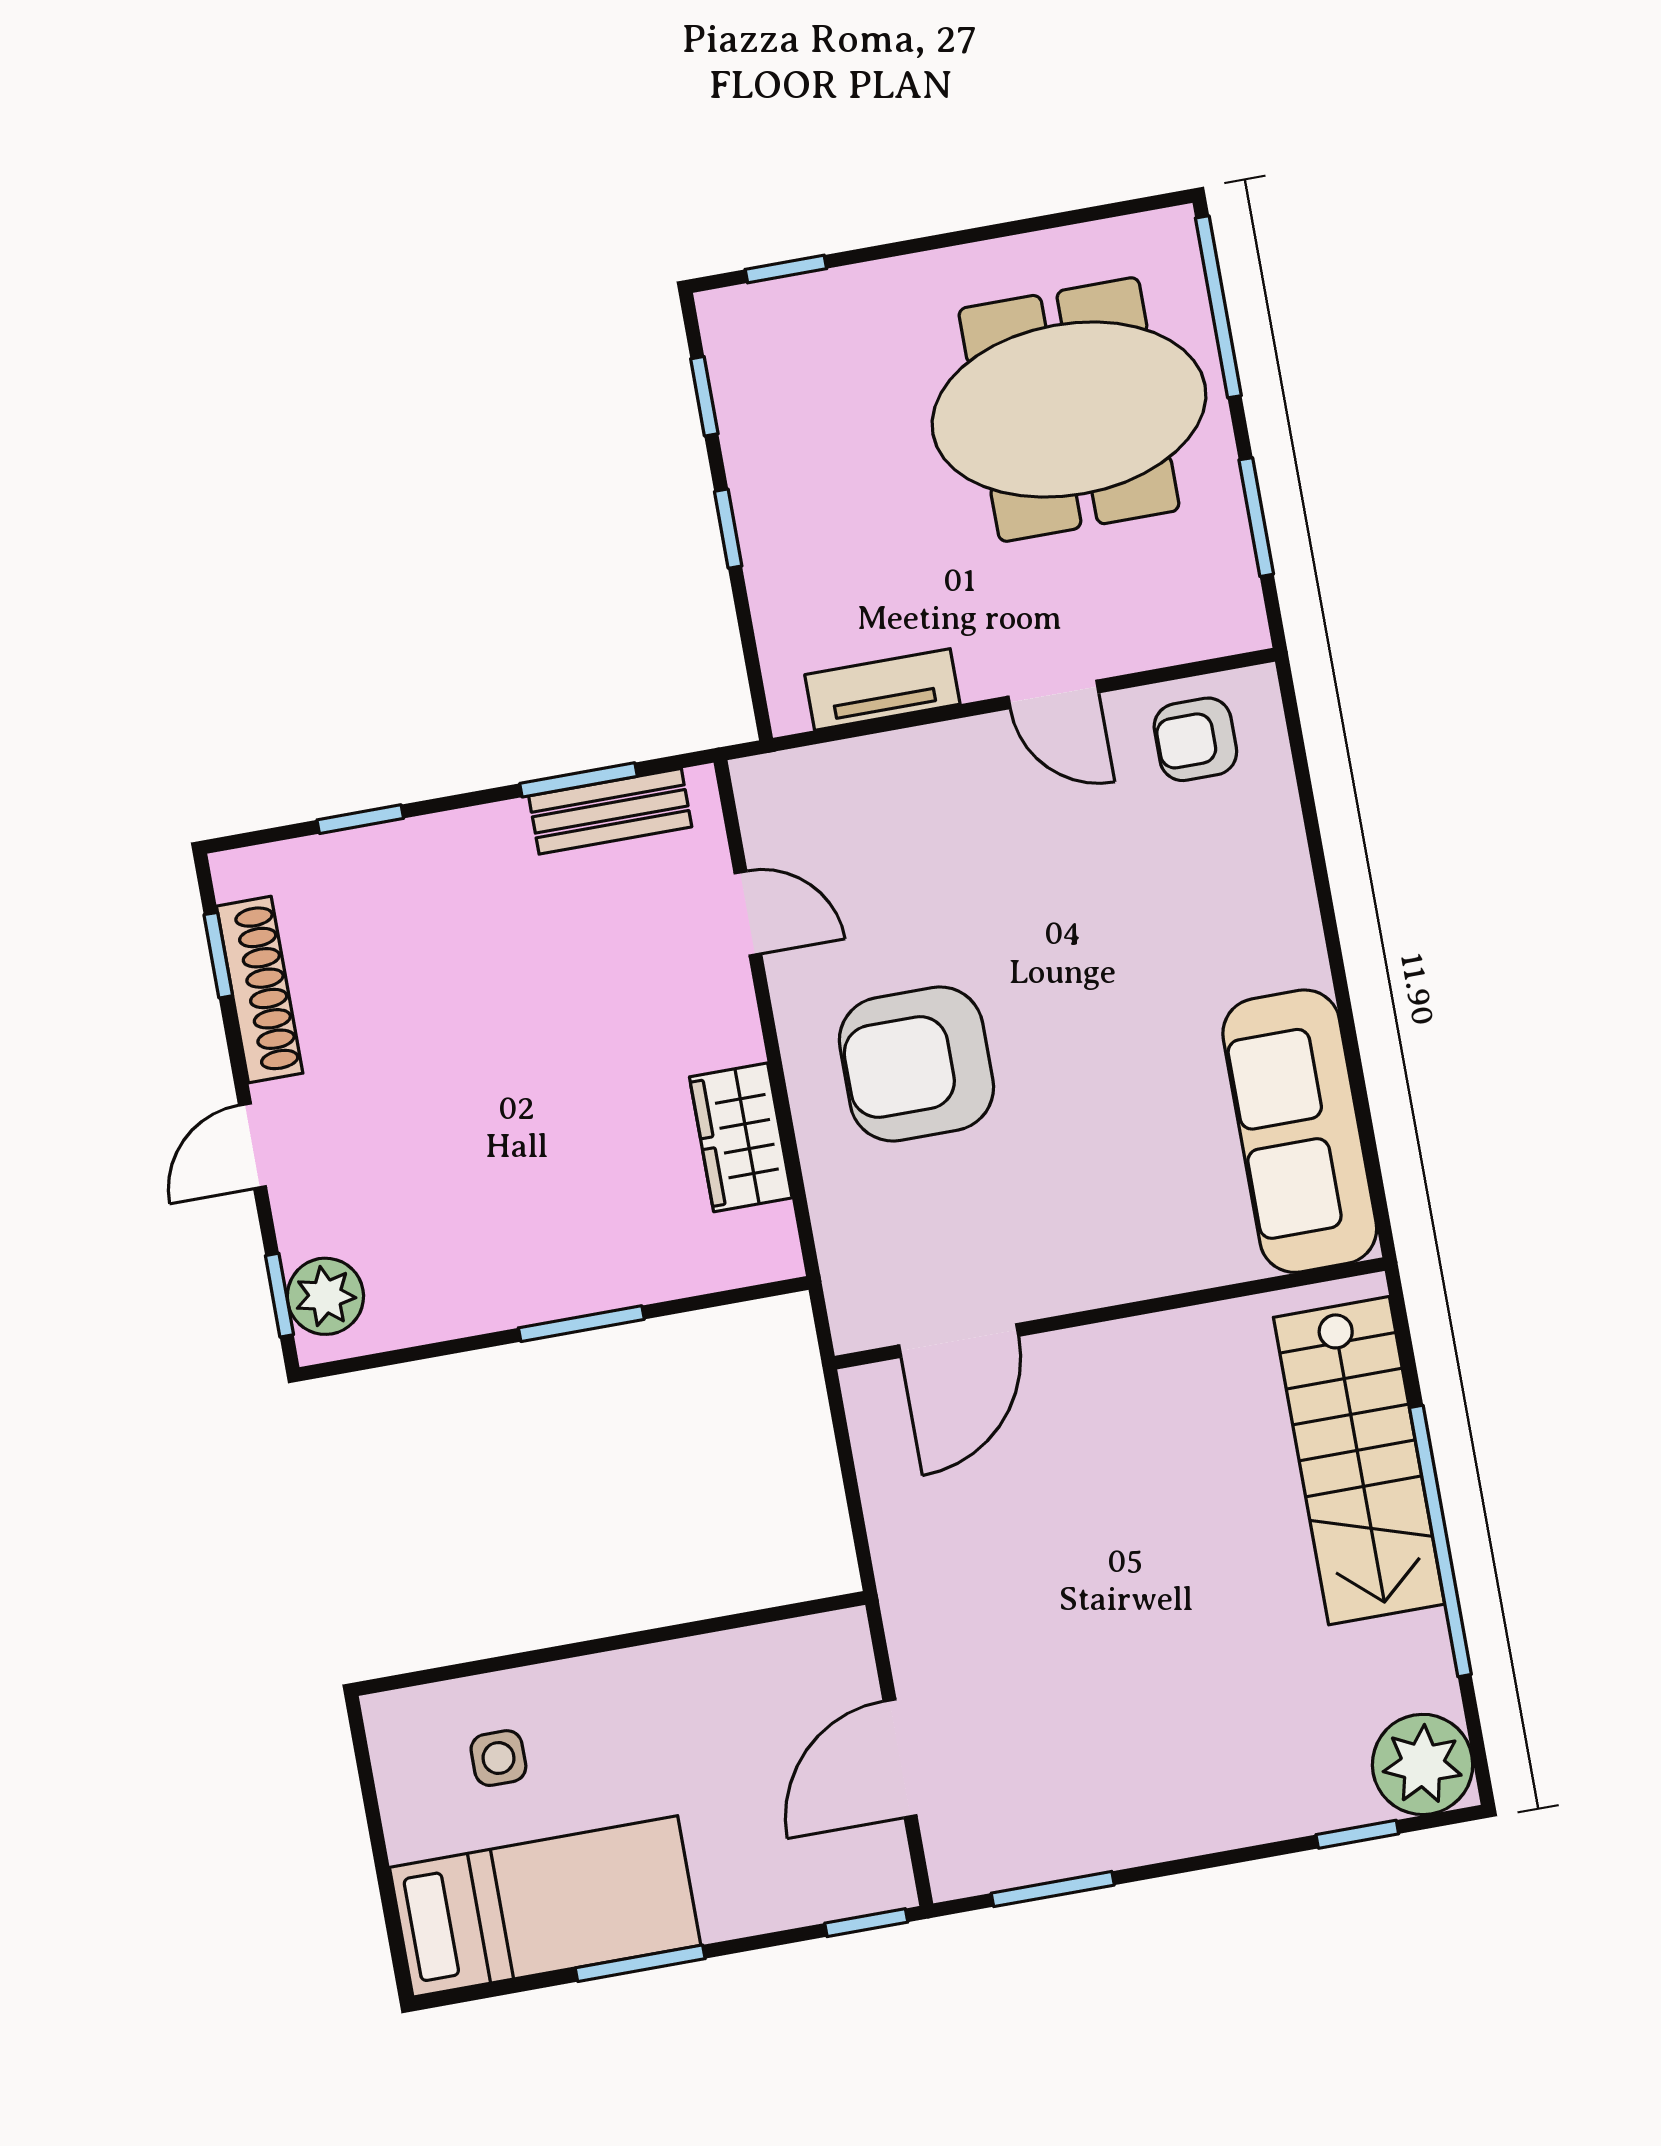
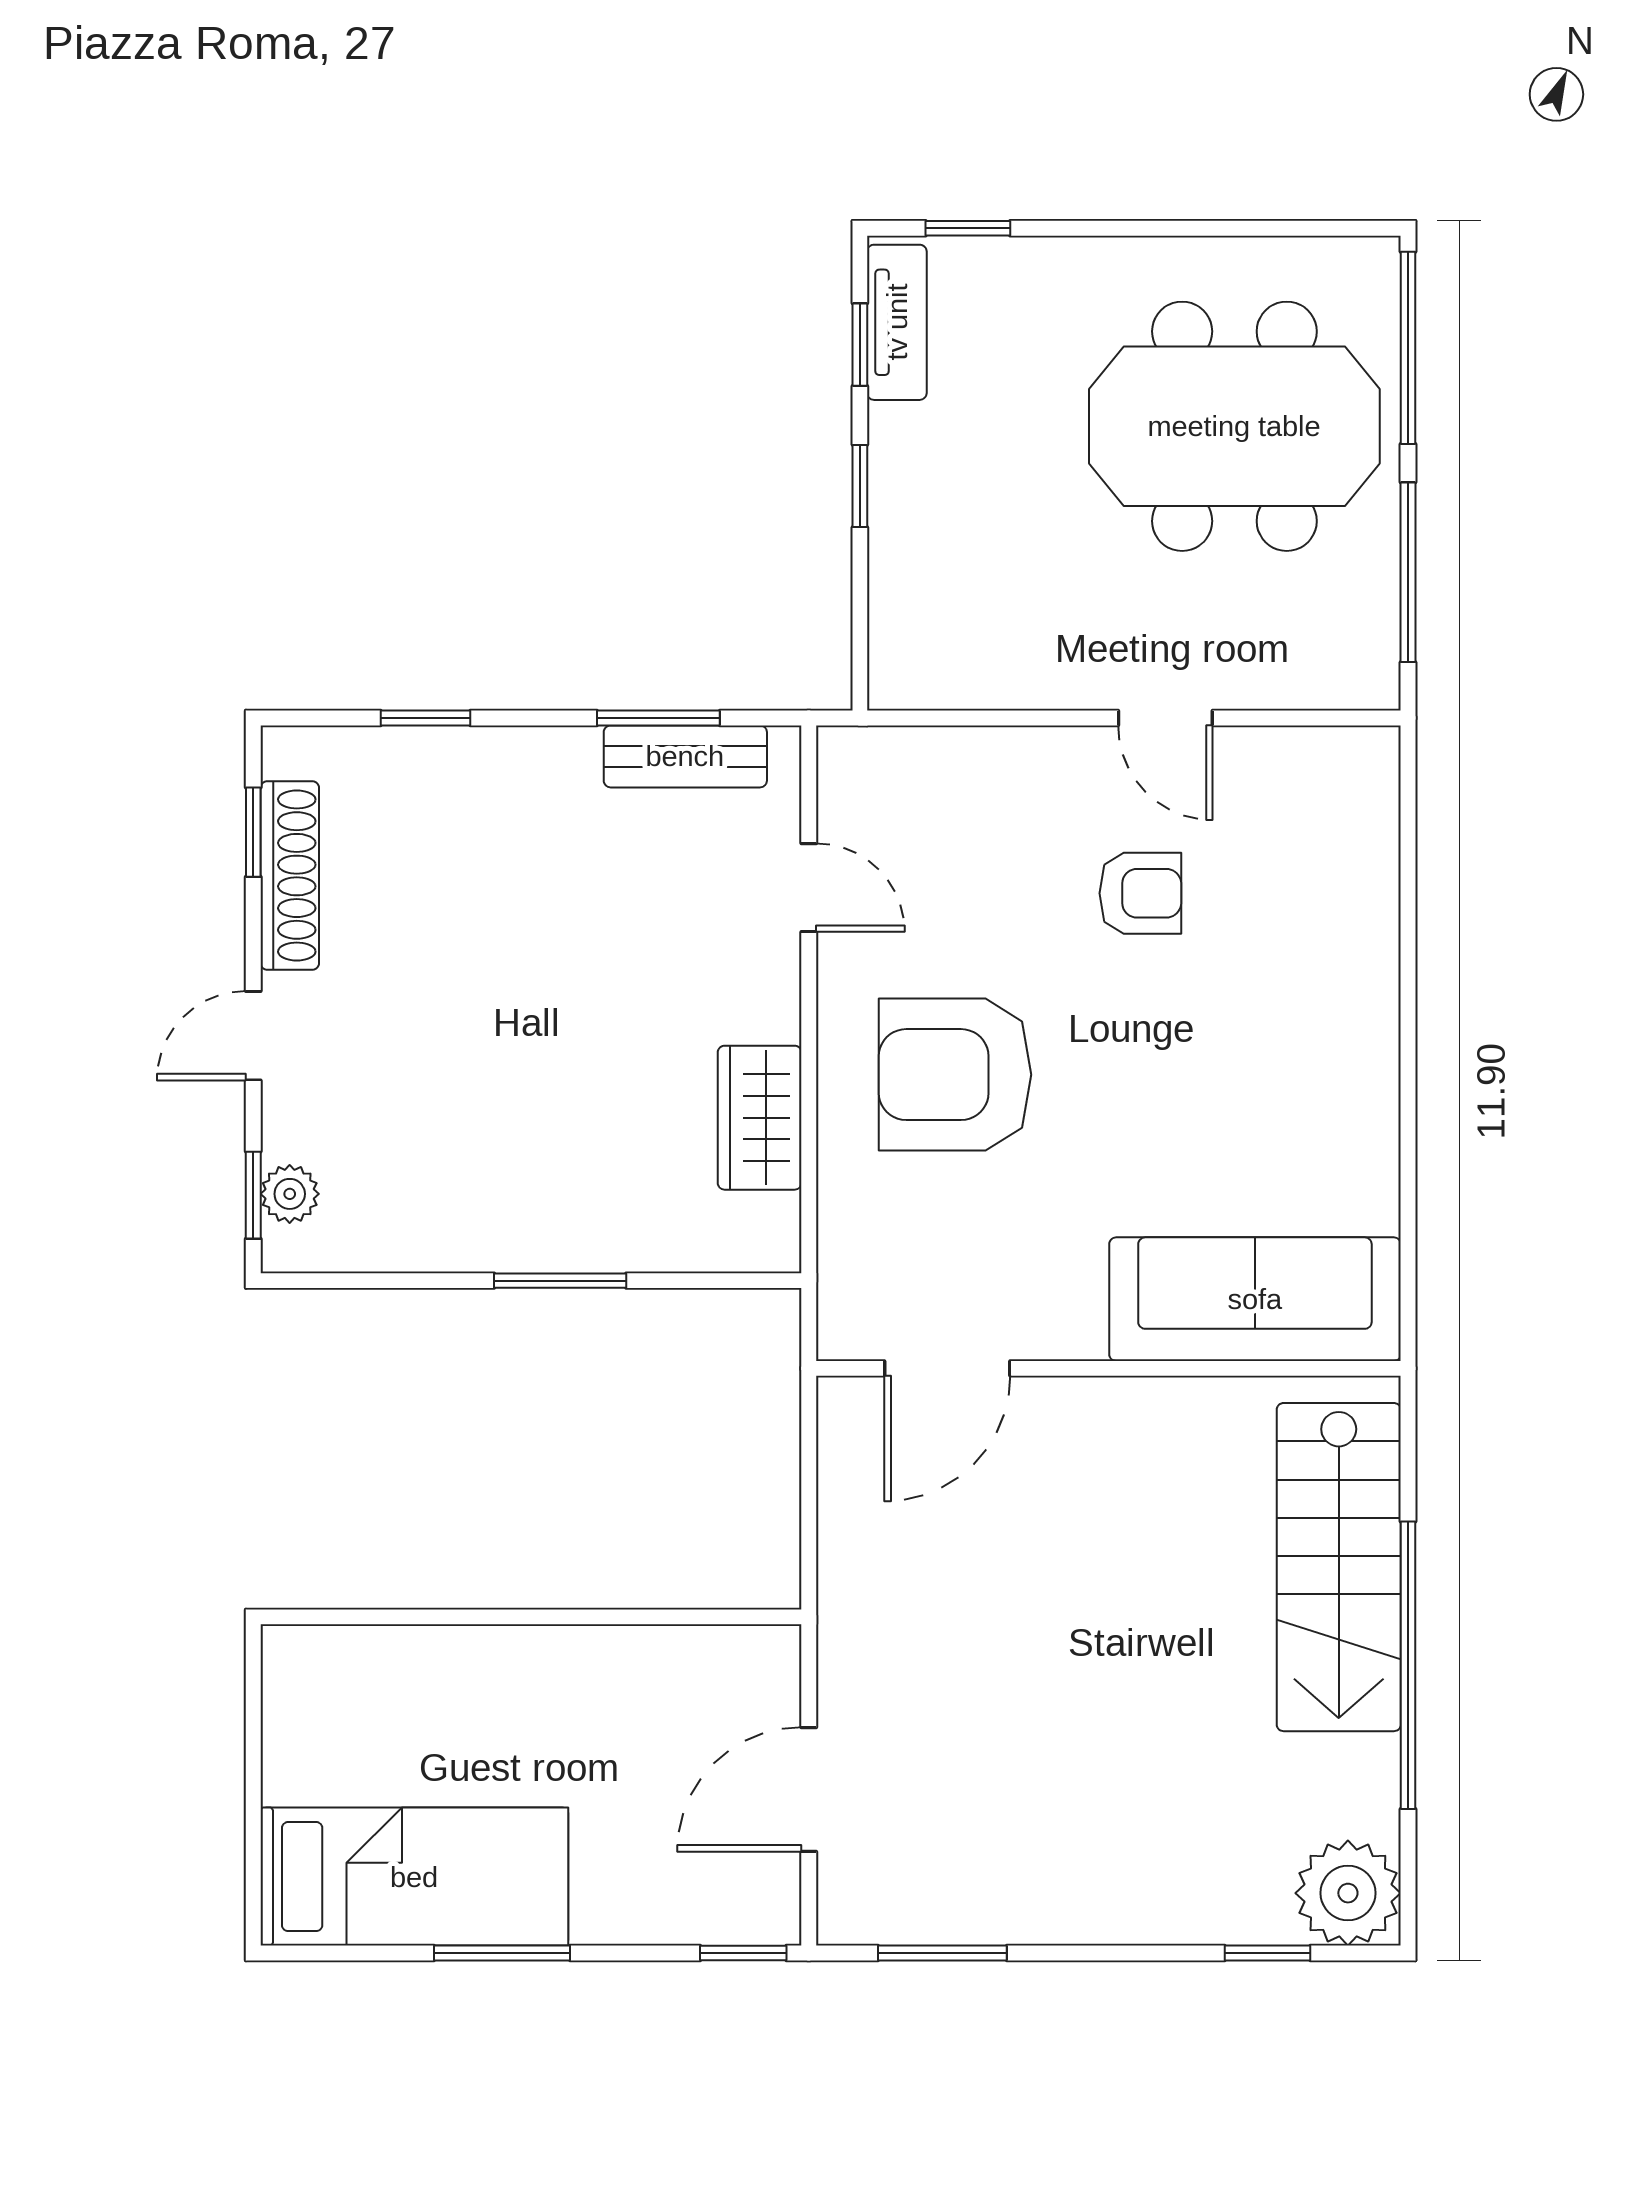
window: (1256, 517) -> (1408, 572), width x1.44
tv unit: (882, 689) -> (897, 322), moved, turned 90
armchair: (1195, 739) -> (1140, 893), moved, turned 180
sofa: (1300, 1131) -> (1255, 1299), moved, turned 90
plant: (325, 1296) -> (290, 1194), width x0.73, depth x0.73
side table: (498, 1758) -> (394, 1714), removed

